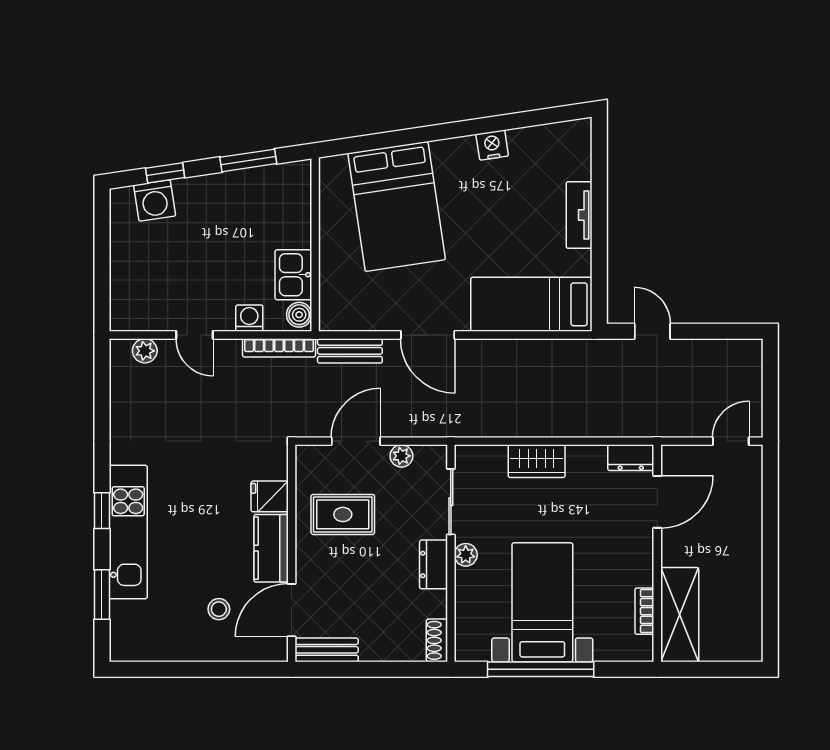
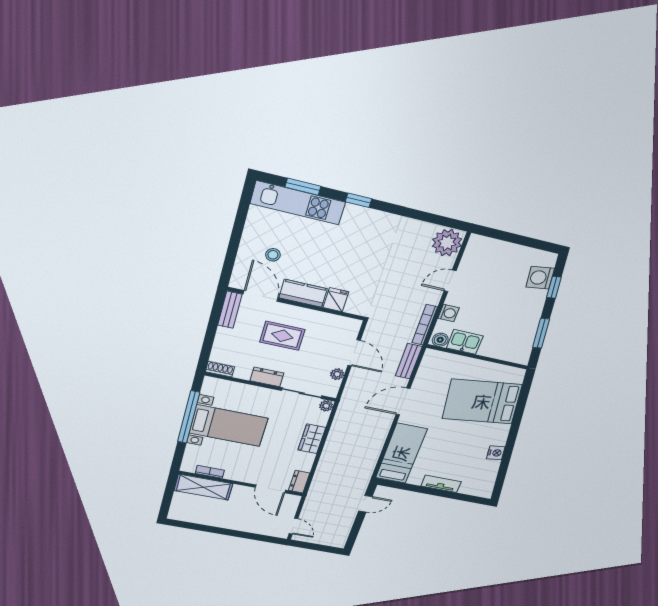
plant: (145, 351) -> (447, 243), width x1.88, depth x1.88
rug: (343, 514) -> (282, 336), moved, turned 90
kitchen unit: (128, 532) -> (298, 203), moved
plant: (466, 555) -> (326, 406), moved

